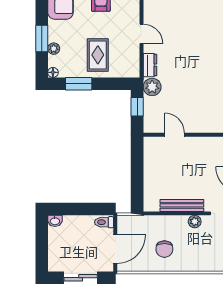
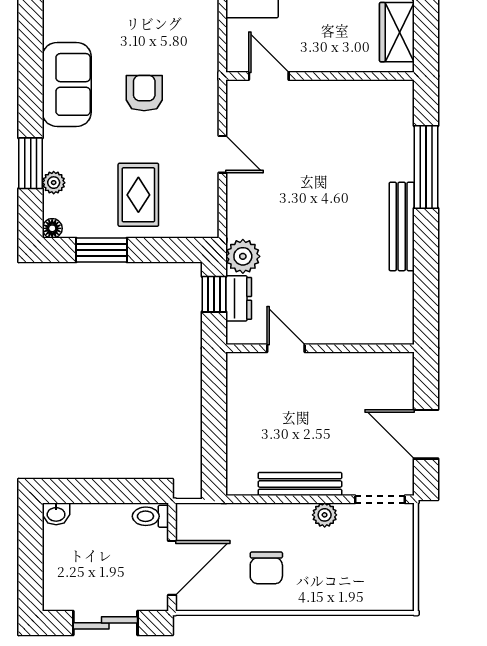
dresser: (150, 65) -> (239, 298), moved

